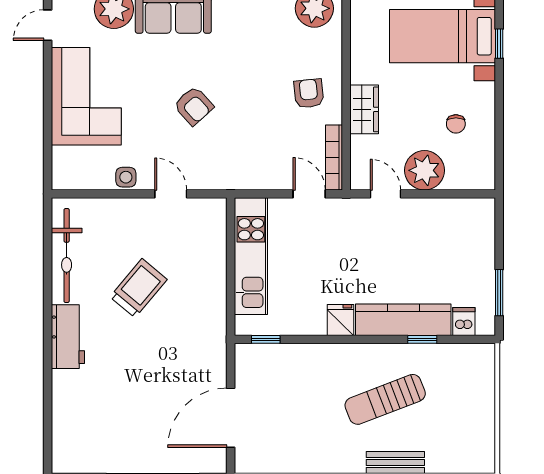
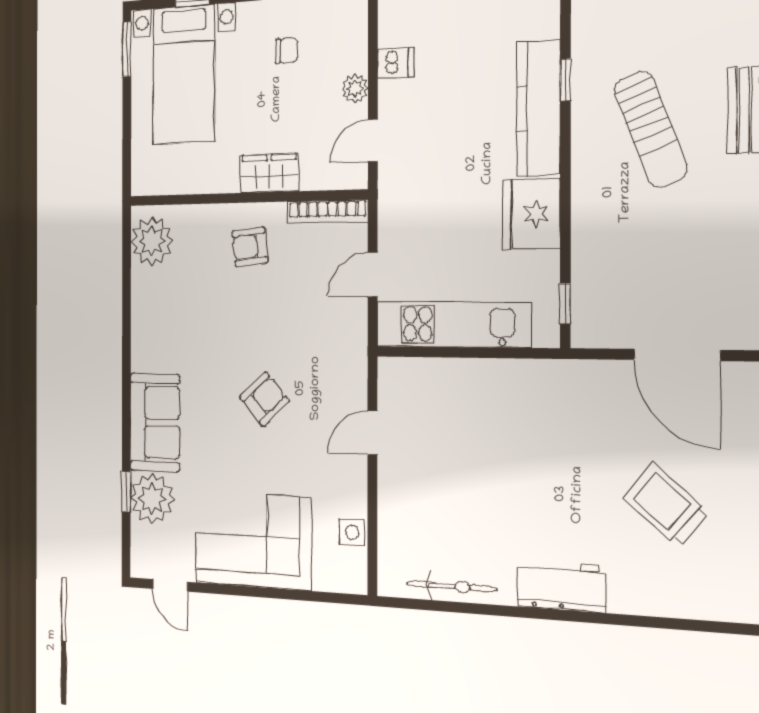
plant: (424, 170) -> (355, 89), width x0.53, depth x0.53
side table: (126, 177) -> (352, 532), moved
door: (309, 194) -> (373, 275), moved
bicycle: (67, 256) -> (452, 586), width x0.73, depth x0.71
trolley: (139, 288) -> (666, 505), moved
fridge: (341, 320) -> (531, 214), width x1.88, depth x1.34
dishwasher: (464, 322) -> (396, 63), moved, turned 180

